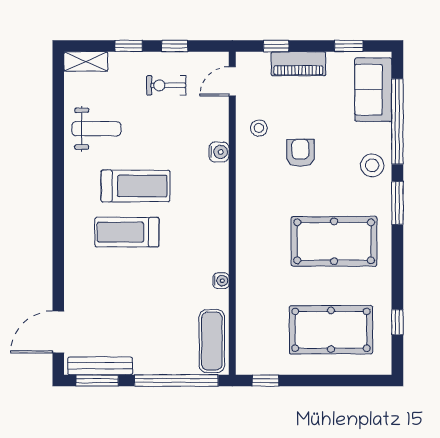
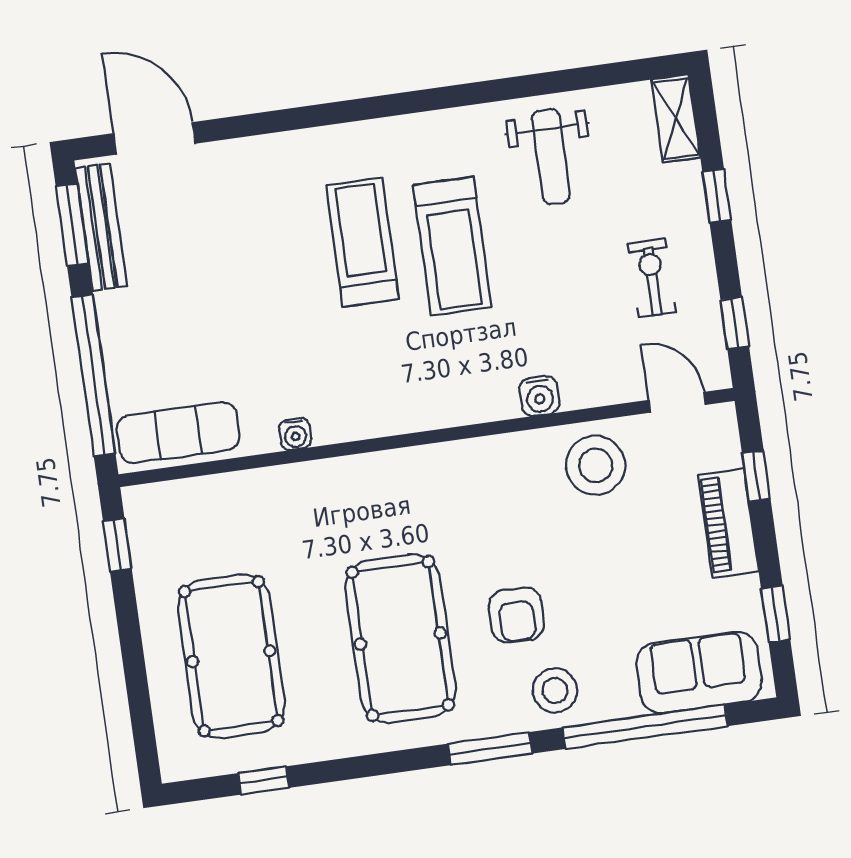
window: (175, 46) -> (735, 323), moved
stool: (259, 128) -> (596, 465), width x1.89, depth x1.89
armchair: (300, 153) -> (517, 615), moved, turned 90

